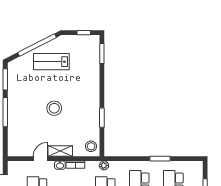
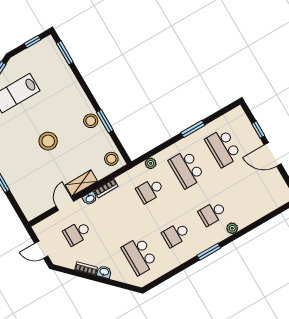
stool: (92, 111) -> (91, 121), added
plant: (104, 165) -> (151, 163), moved

